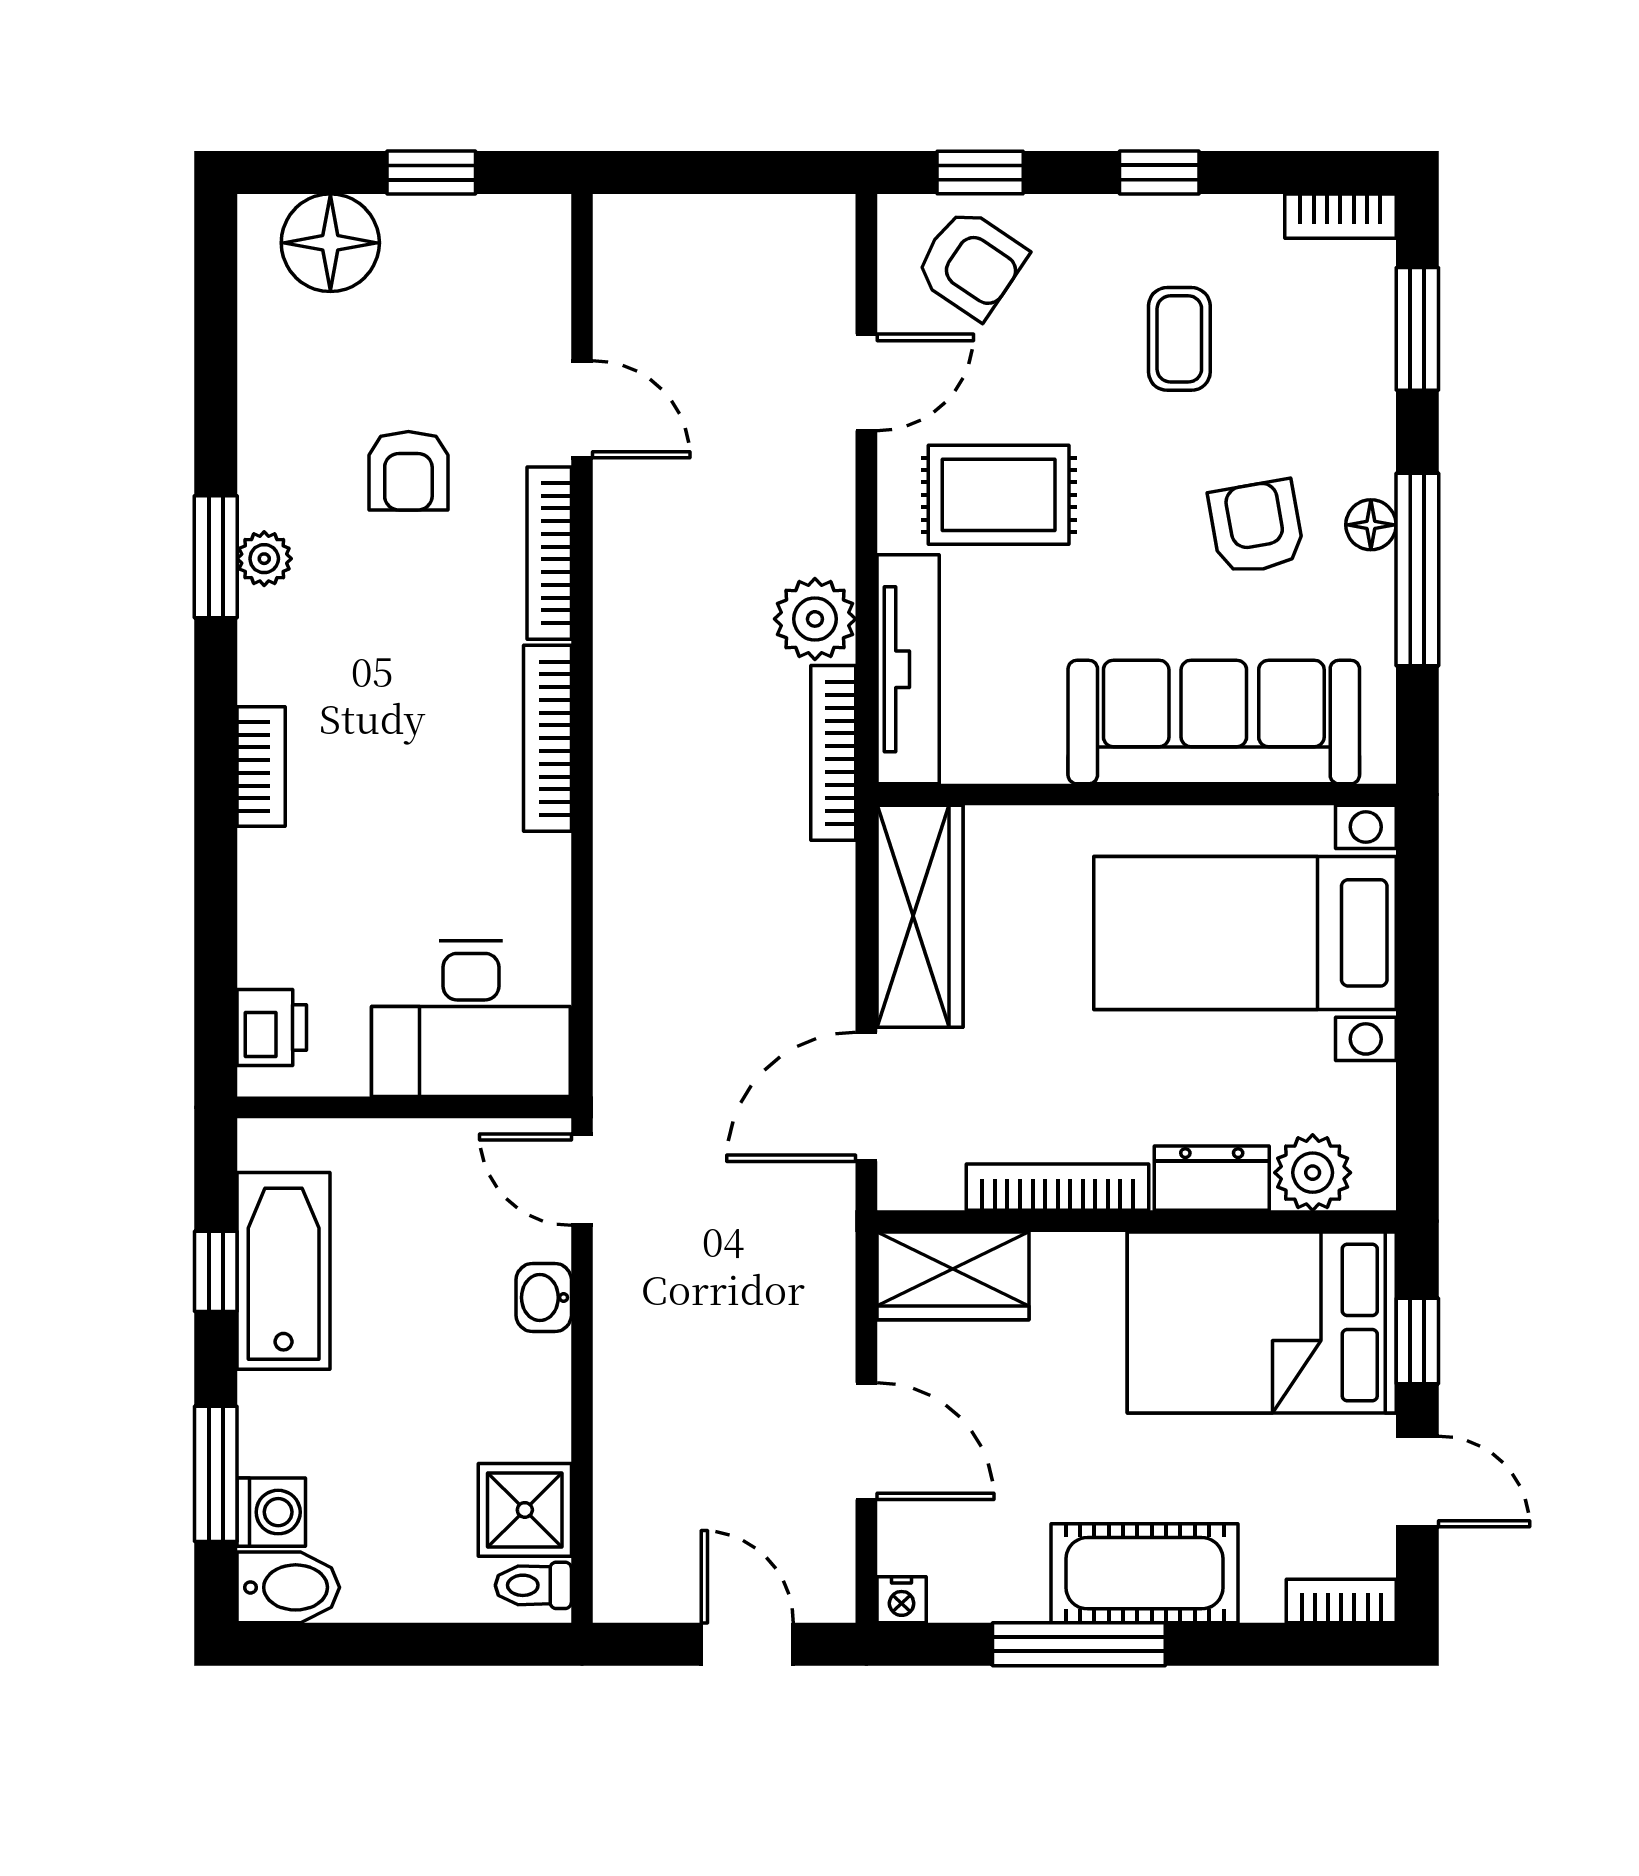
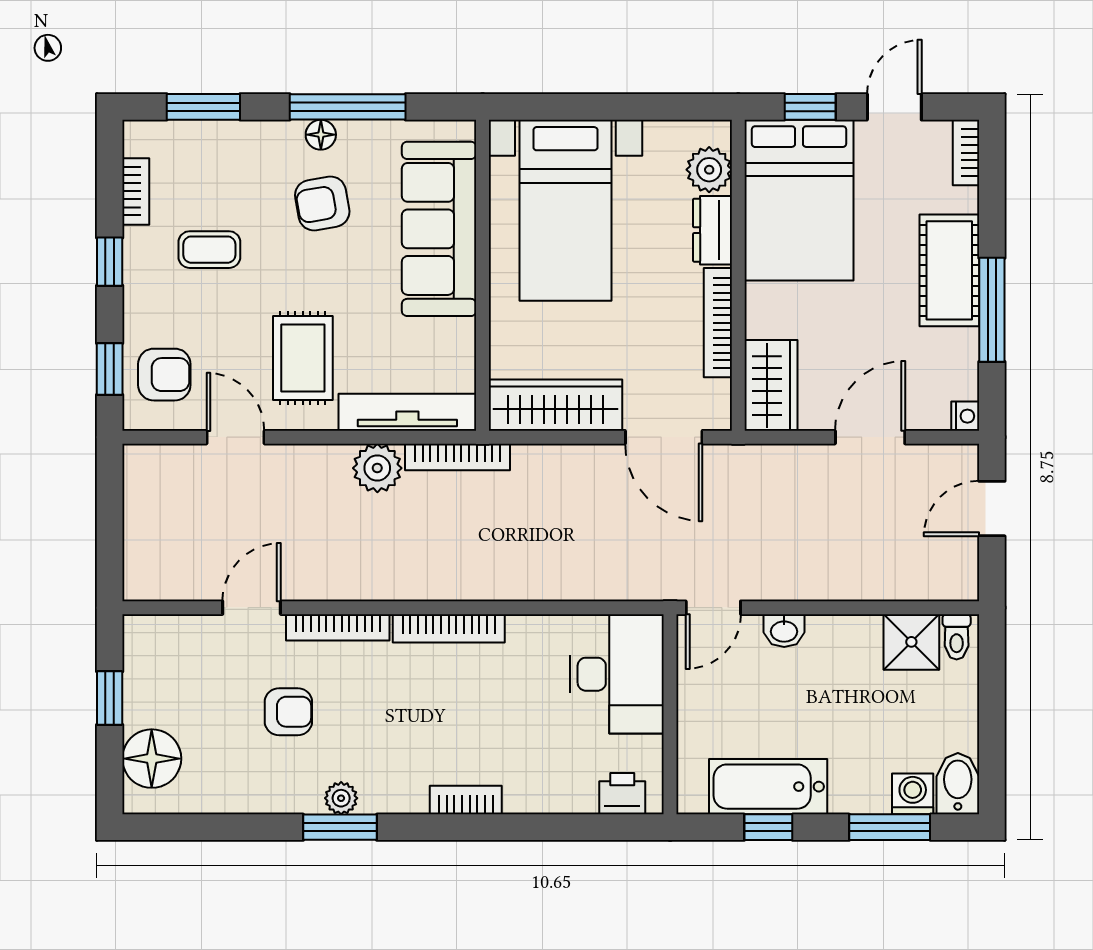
bookcase: (1340, 216) -> (136, 191), moved
armchair: (971, 264) -> (164, 375), turned 56

